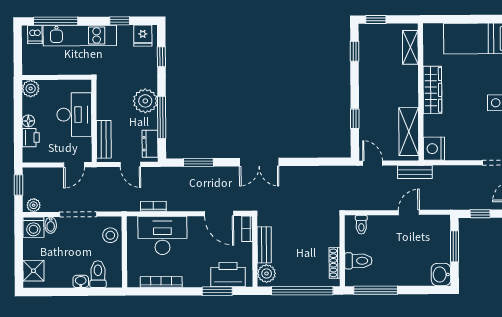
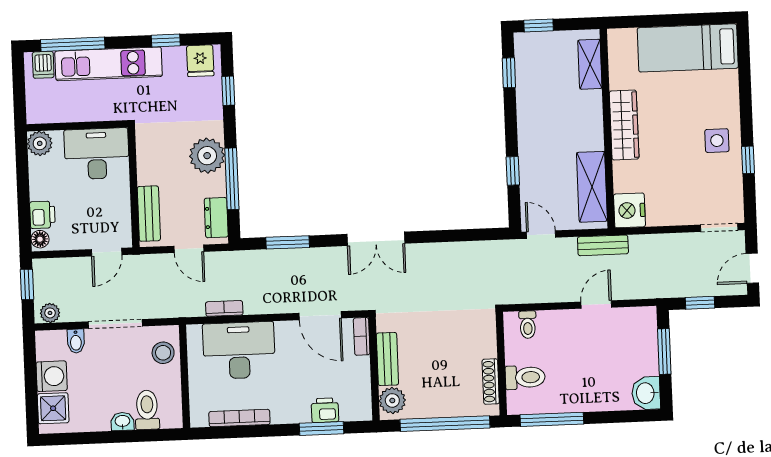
desk: (74, 115) -> (97, 154), moved, turned -90
floor lamp: (28, 121) -> (40, 239), moved
washing machine: (33, 227) -> (52, 376), moved, turned -90
printer: (228, 275) -> (325, 410), width x0.53, depth x0.68

